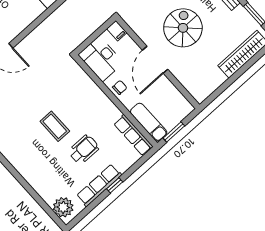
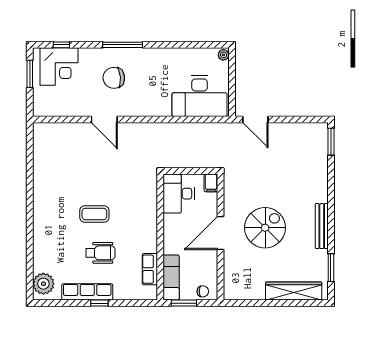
chair: (120, 87) -> (203, 291), moved
coffee table: (55, 126) -> (94, 214), turned 90
row of seats: (133, 135) -> (150, 269), width x0.68

